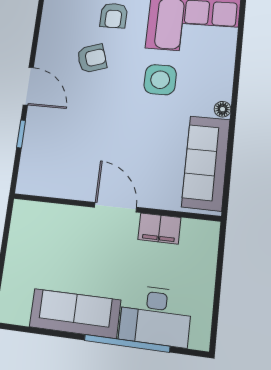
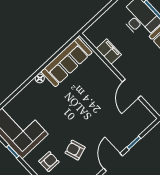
side table: (160, 80) -> (54, 114), removed
door: (115, 207) -> (132, 89), moved

